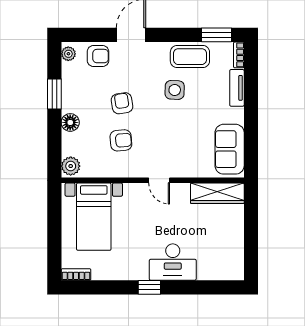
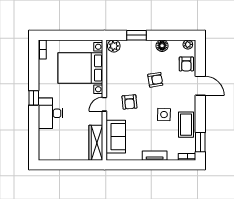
tv unit: (237, 88) -> (155, 156), moved
window: (54, 94) -> (136, 35), moved
floor lamp: (70, 122) -> (162, 46), moved
armchair: (121, 140) -> (129, 102), moved
sofa: (230, 149) -> (116, 137), moved, turned 90
bed with nightstands: (94, 217) -> (80, 68), width x1.36

